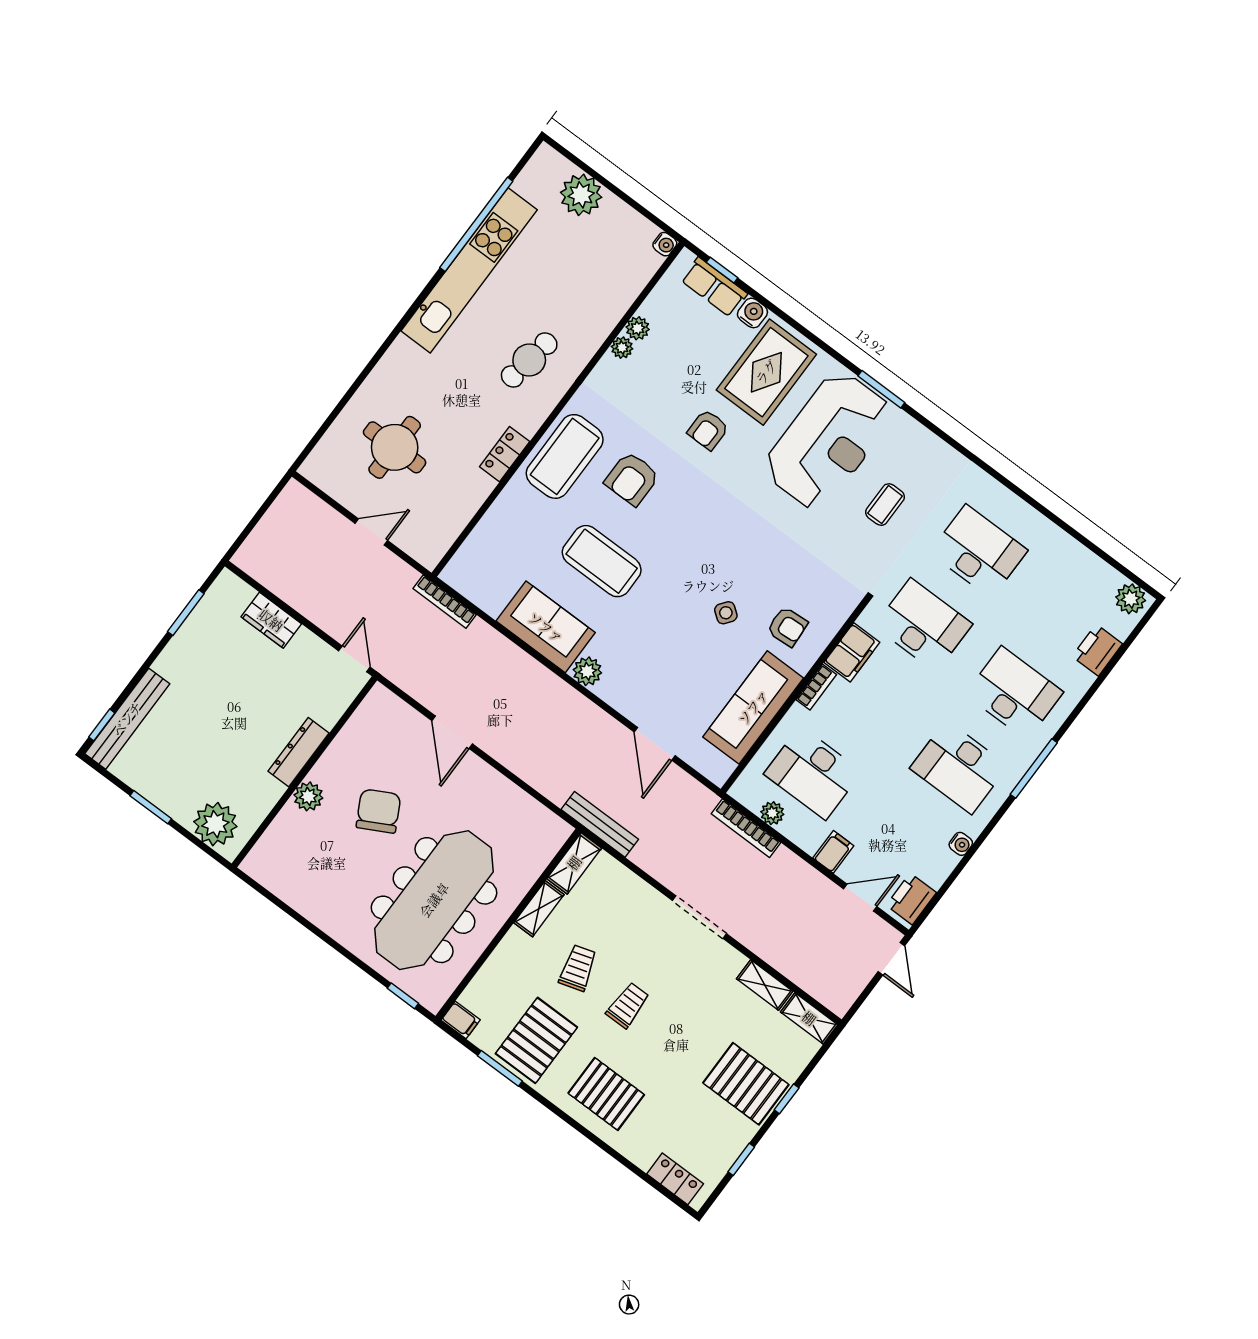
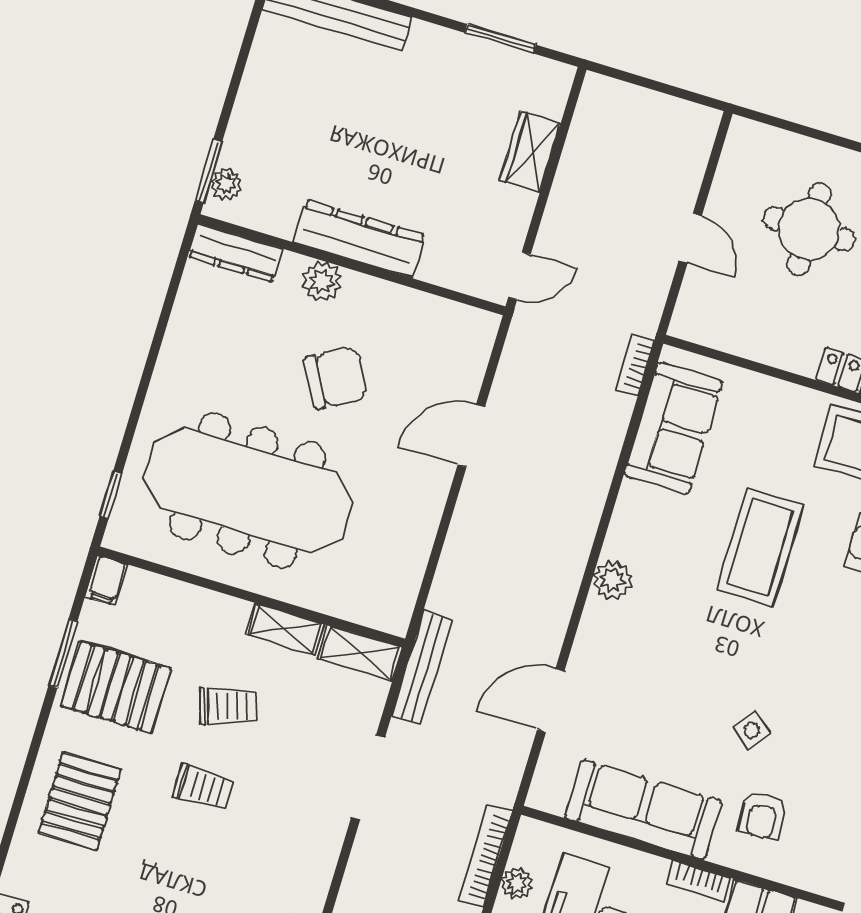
bookcase: (445, 602) -> (635, 365), width x0.64
sofa: (546, 627) -> (673, 428), moved
dresser: (298, 752) -> (359, 239), width x1.37, depth x1.24
window: (151, 807) -> (209, 171), moved
plant: (215, 824) -> (226, 184), width x0.53, depth x0.53
dresser: (267, 849) -> (236, 253), added
doorway: (699, 917) -> (368, 778), moved

